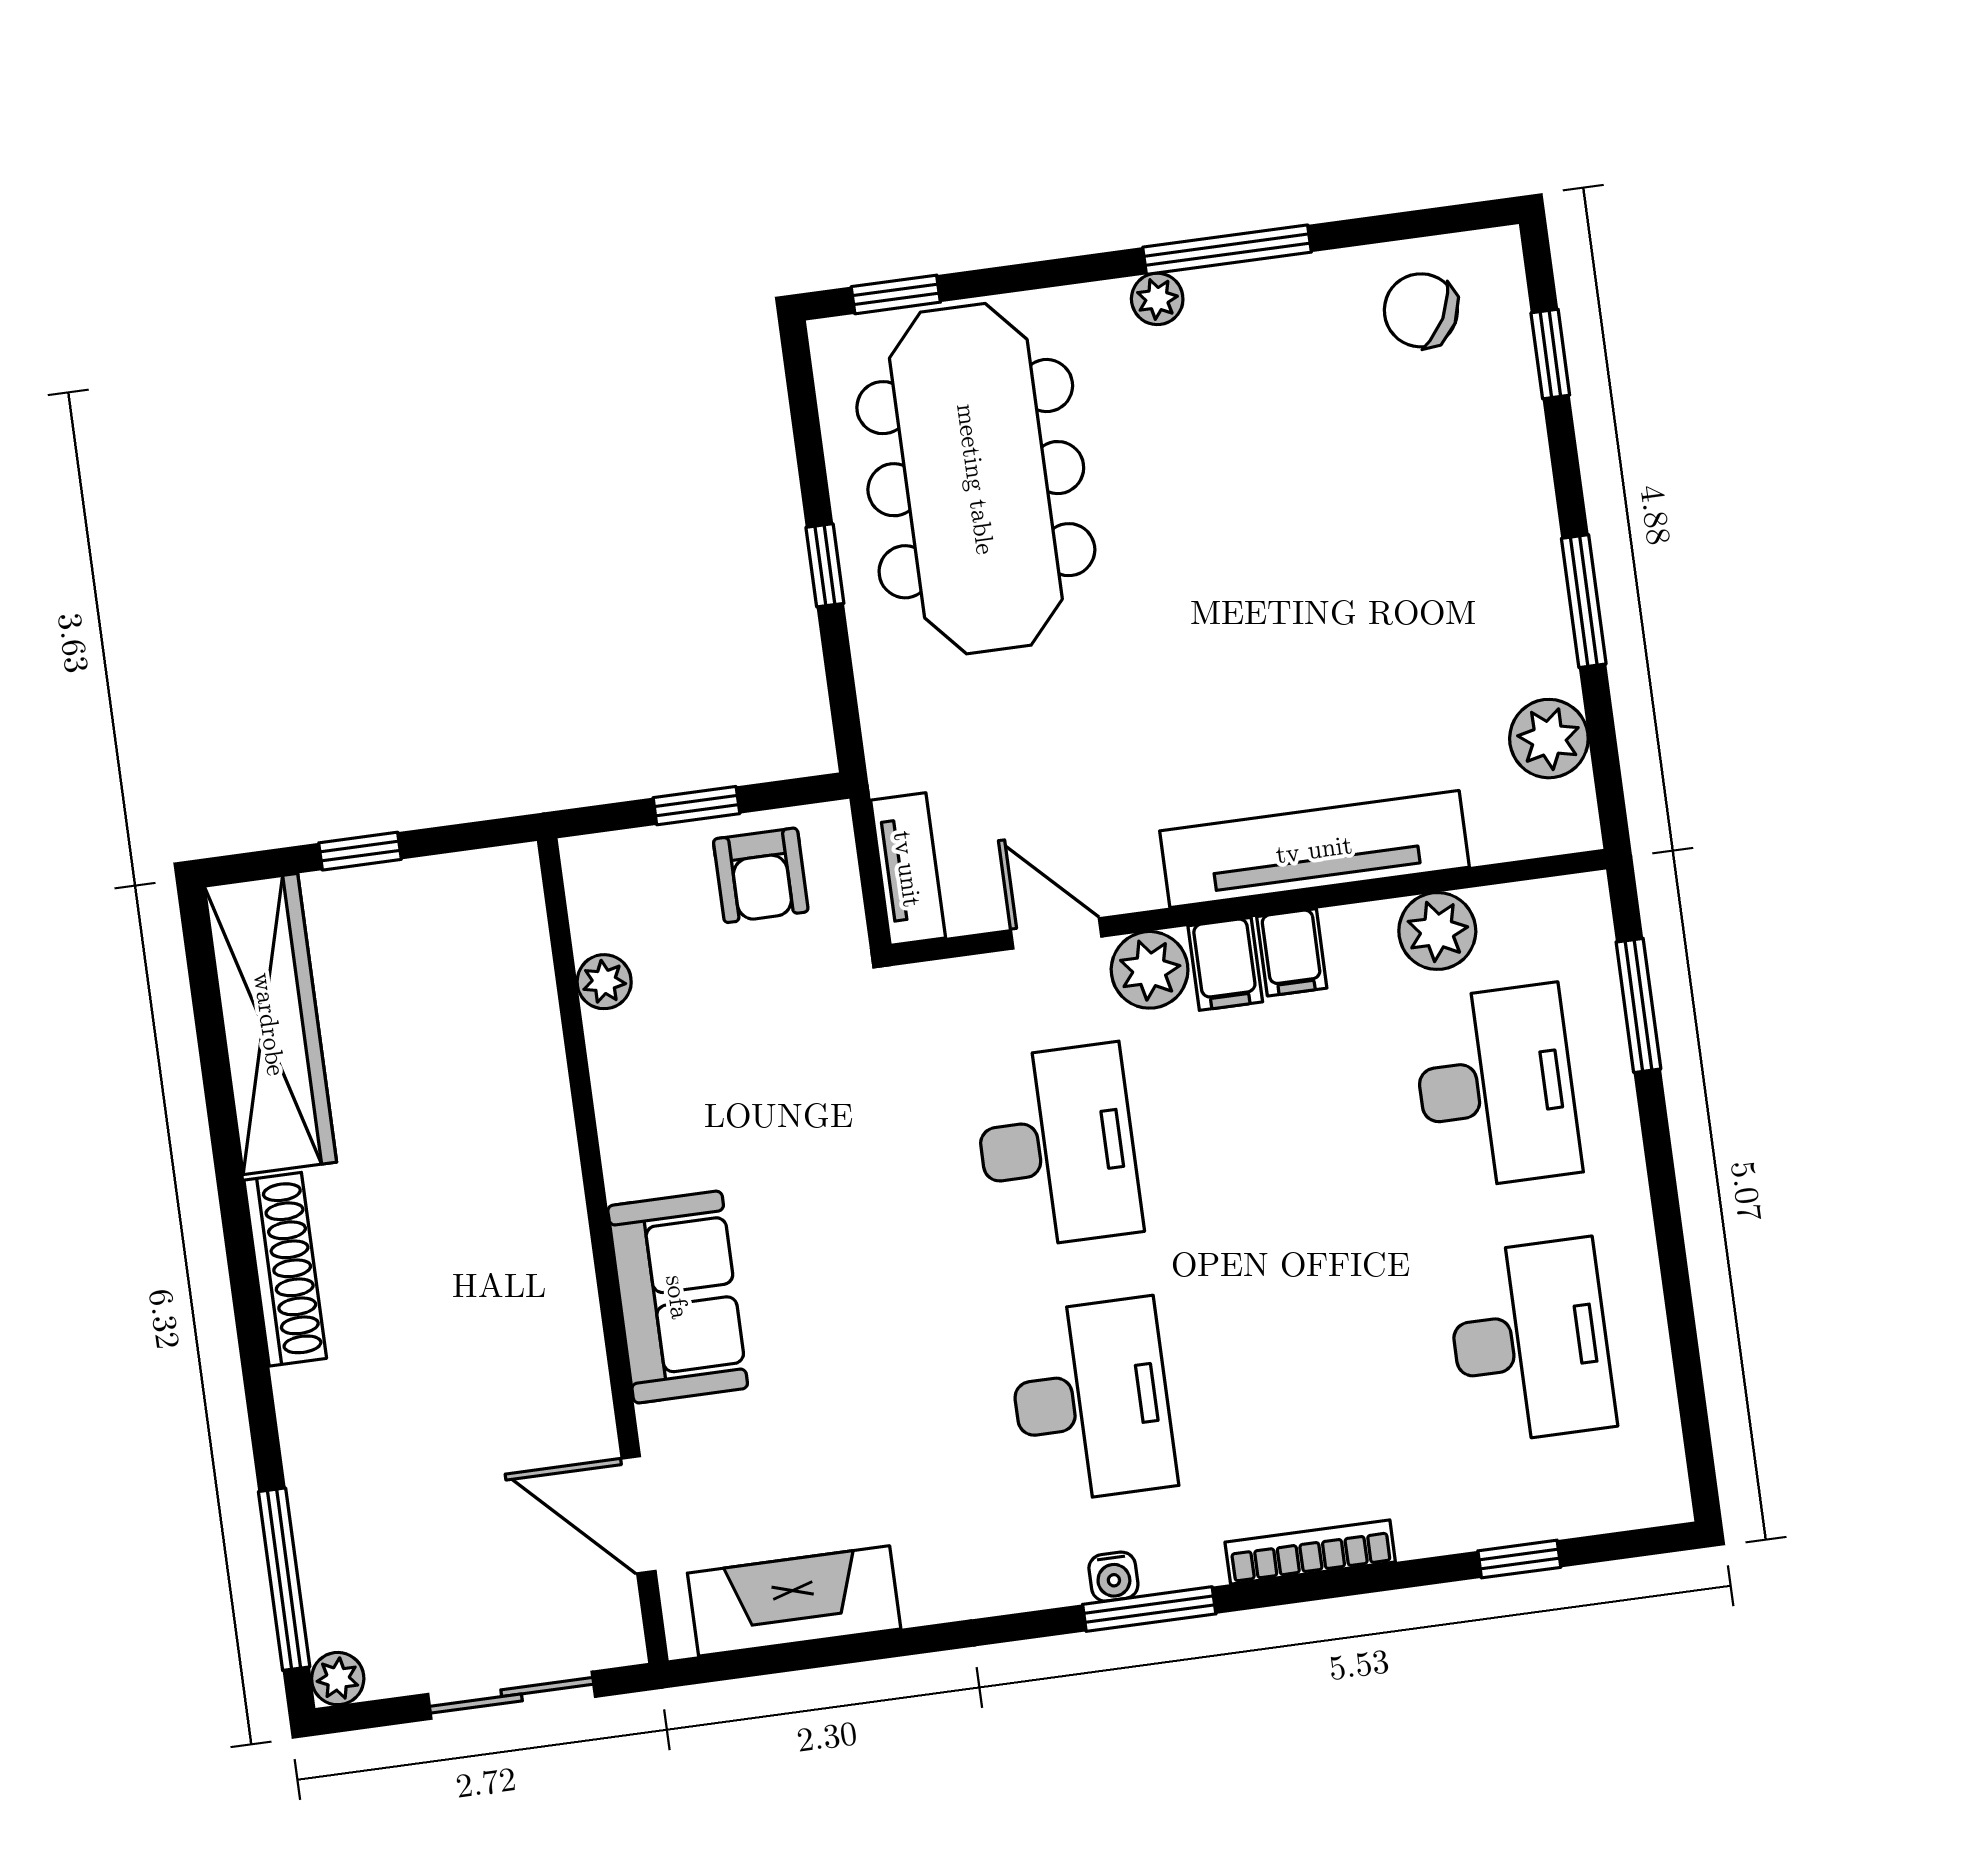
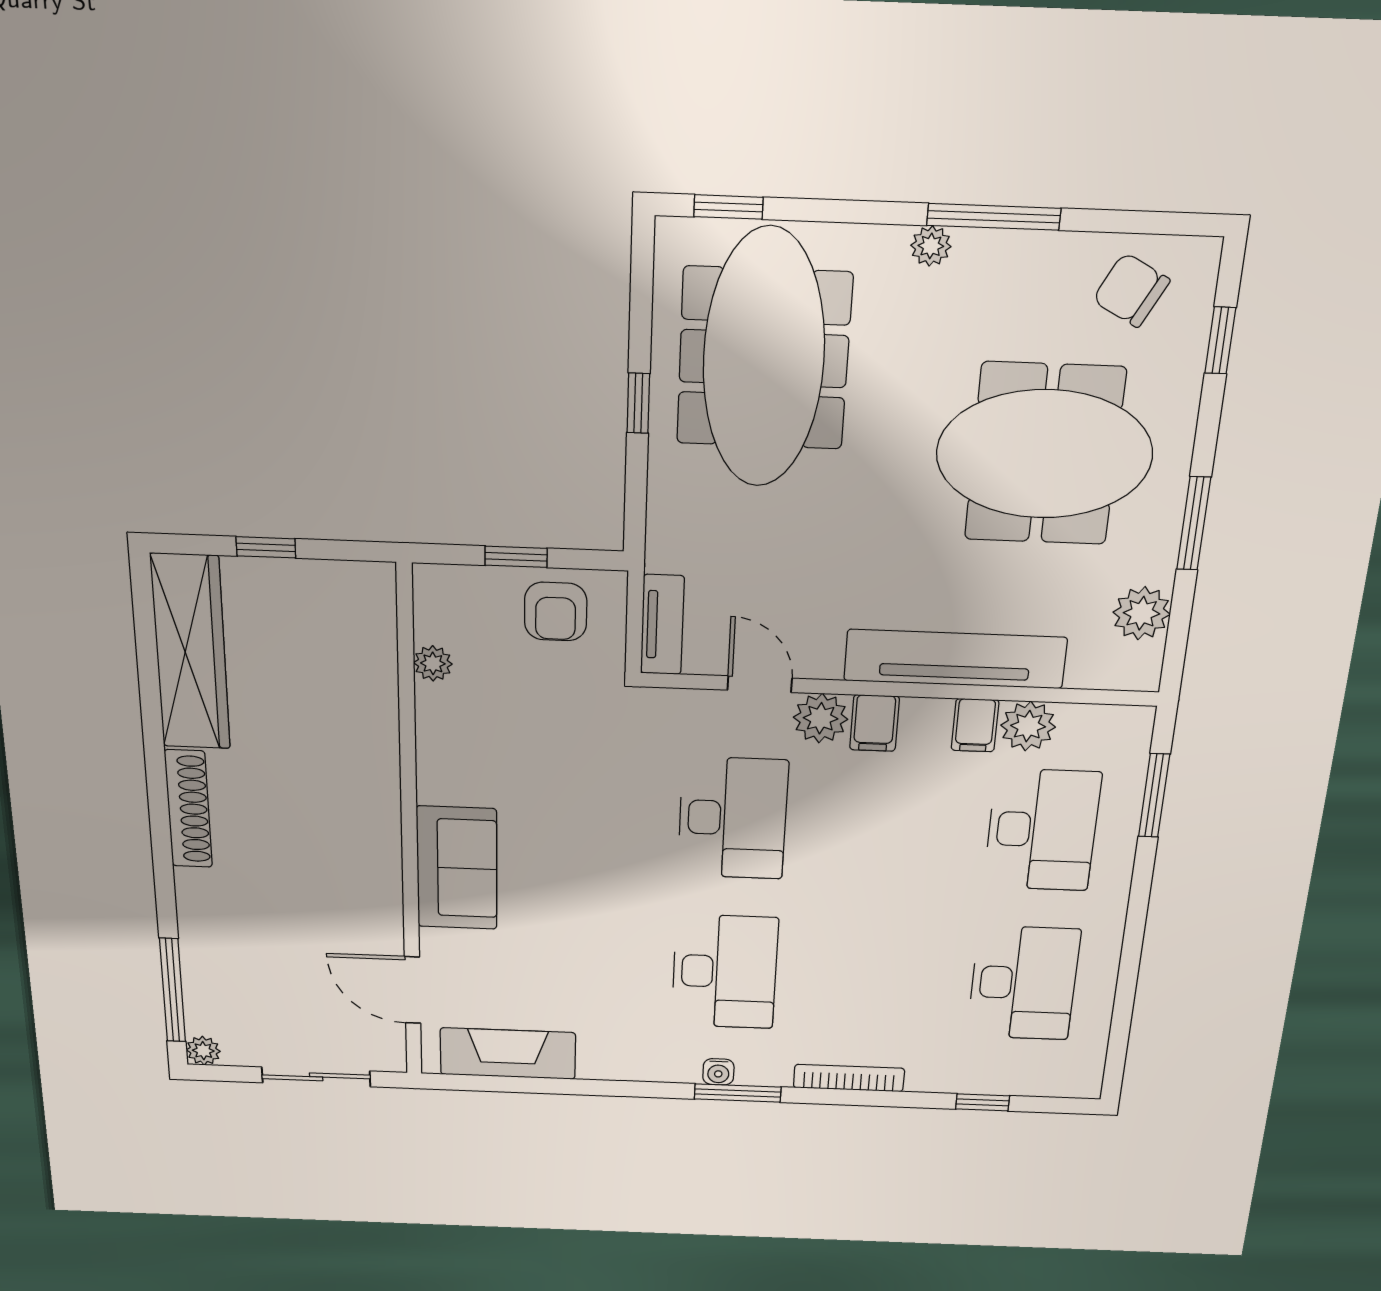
meeting table: (1365, 542) -> (1044, 454), added
filing cabinet: (1292, 952) -> (975, 725), moved

